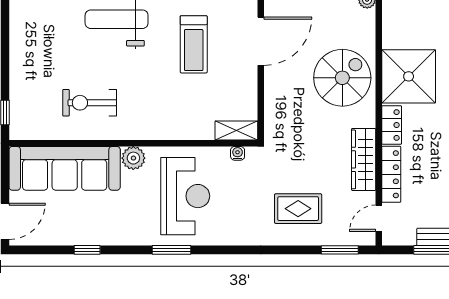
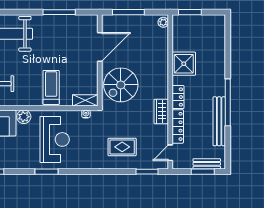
treadmill: (194, 44) -> (51, 87), moved, turned 180
shower: (409, 76) -> (184, 64), width x0.73, depth x0.73
spiral stairs: (342, 78) -> (121, 85), moved, turned 180
wardrobe: (364, 159) -> (161, 111), width x0.67

